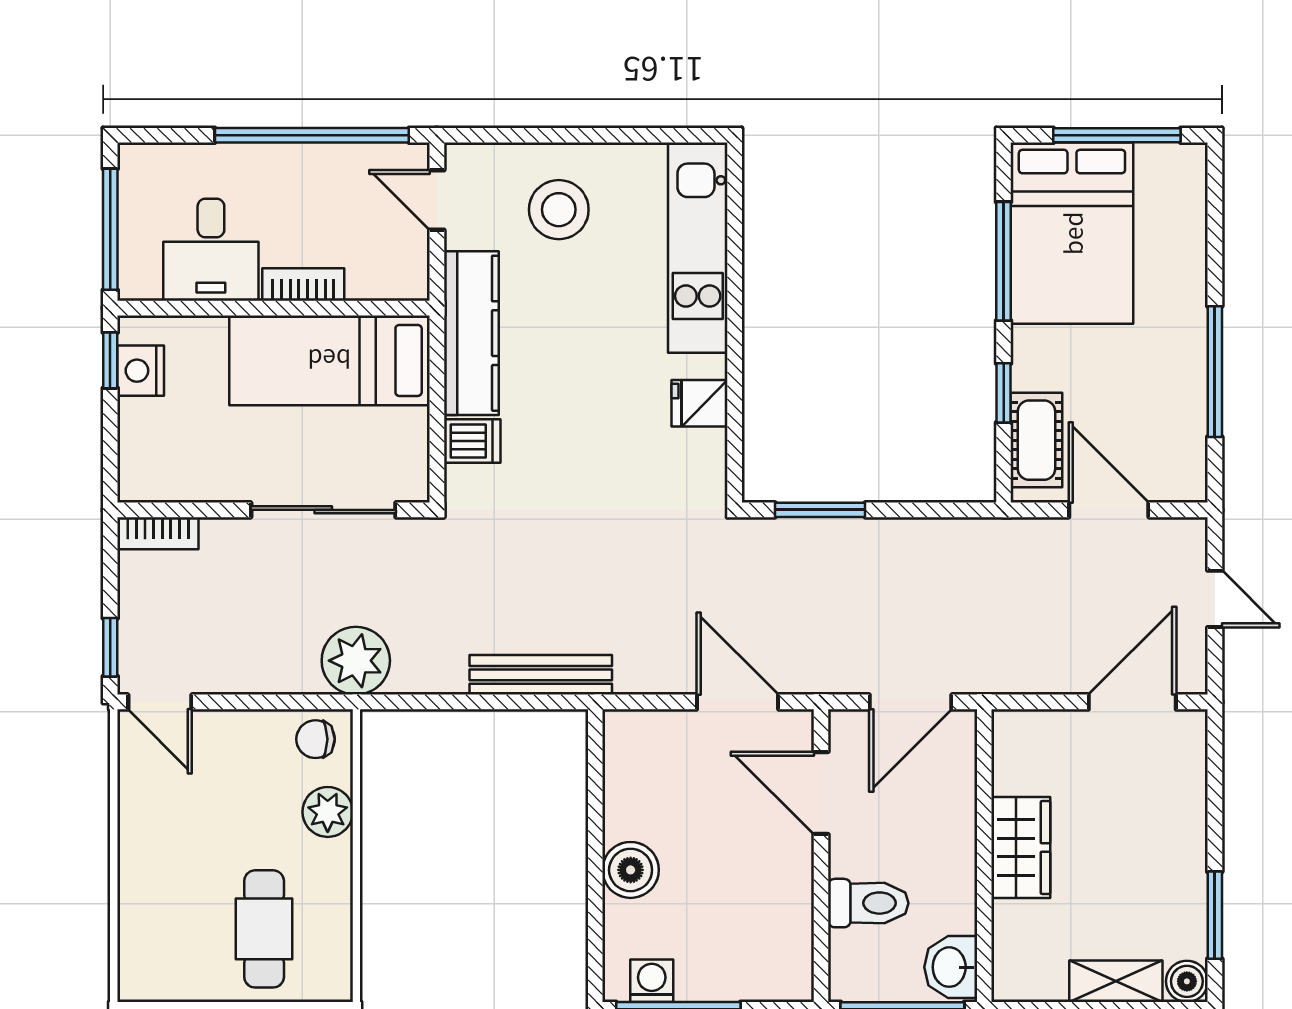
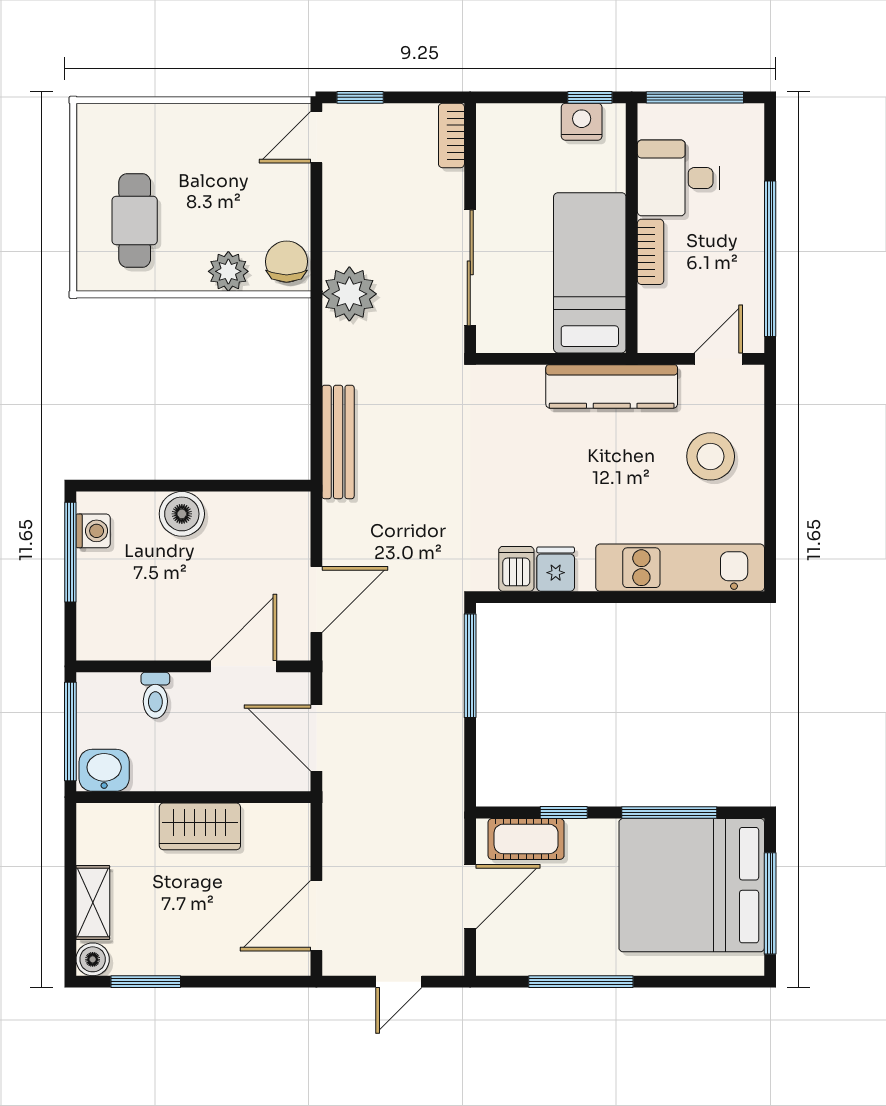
bed: (1072, 233) -> (692, 885), width x1.36
dishwasher: (472, 441) -> (516, 569), moved, turned 180
window: (820, 510) -> (470, 666), width x1.44
door: (1132, 702) -> (316, 916), swing flipped
chair: (315, 739) -> (287, 262), width x1.37, depth x1.37
toilet: (868, 903) -> (155, 695), width x0.73, depth x0.72
cafe table: (264, 929) -> (135, 220), turned 90

